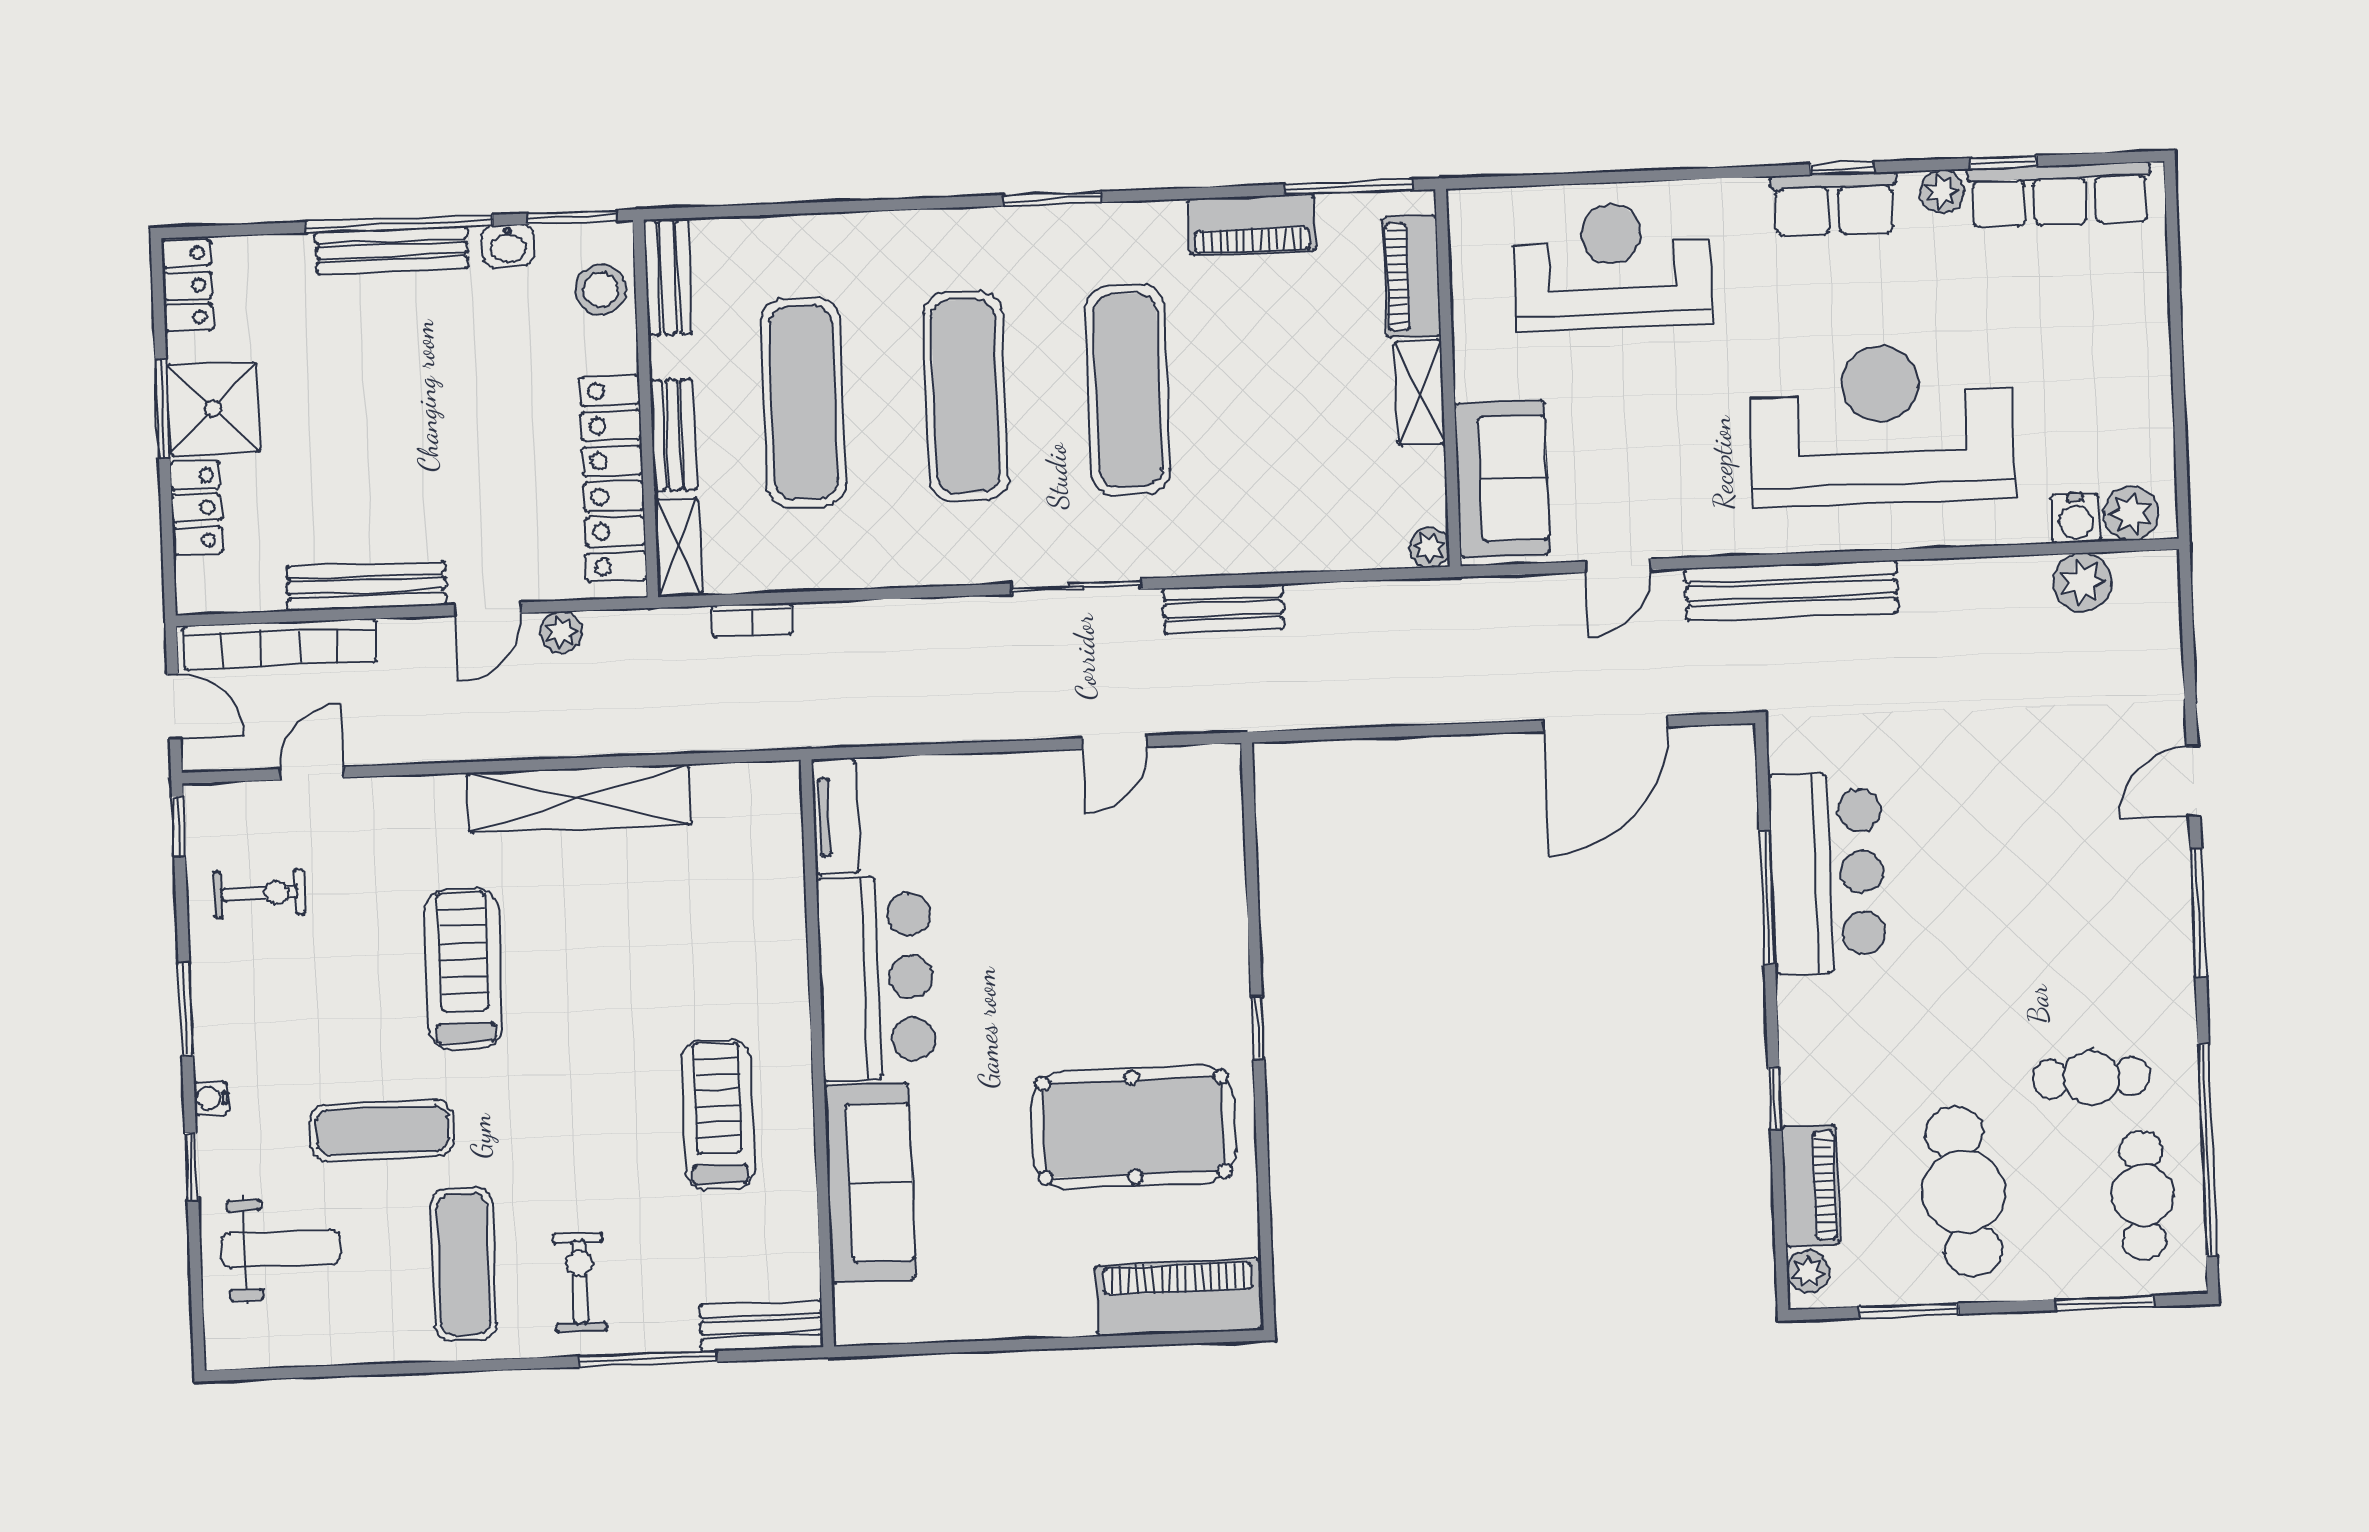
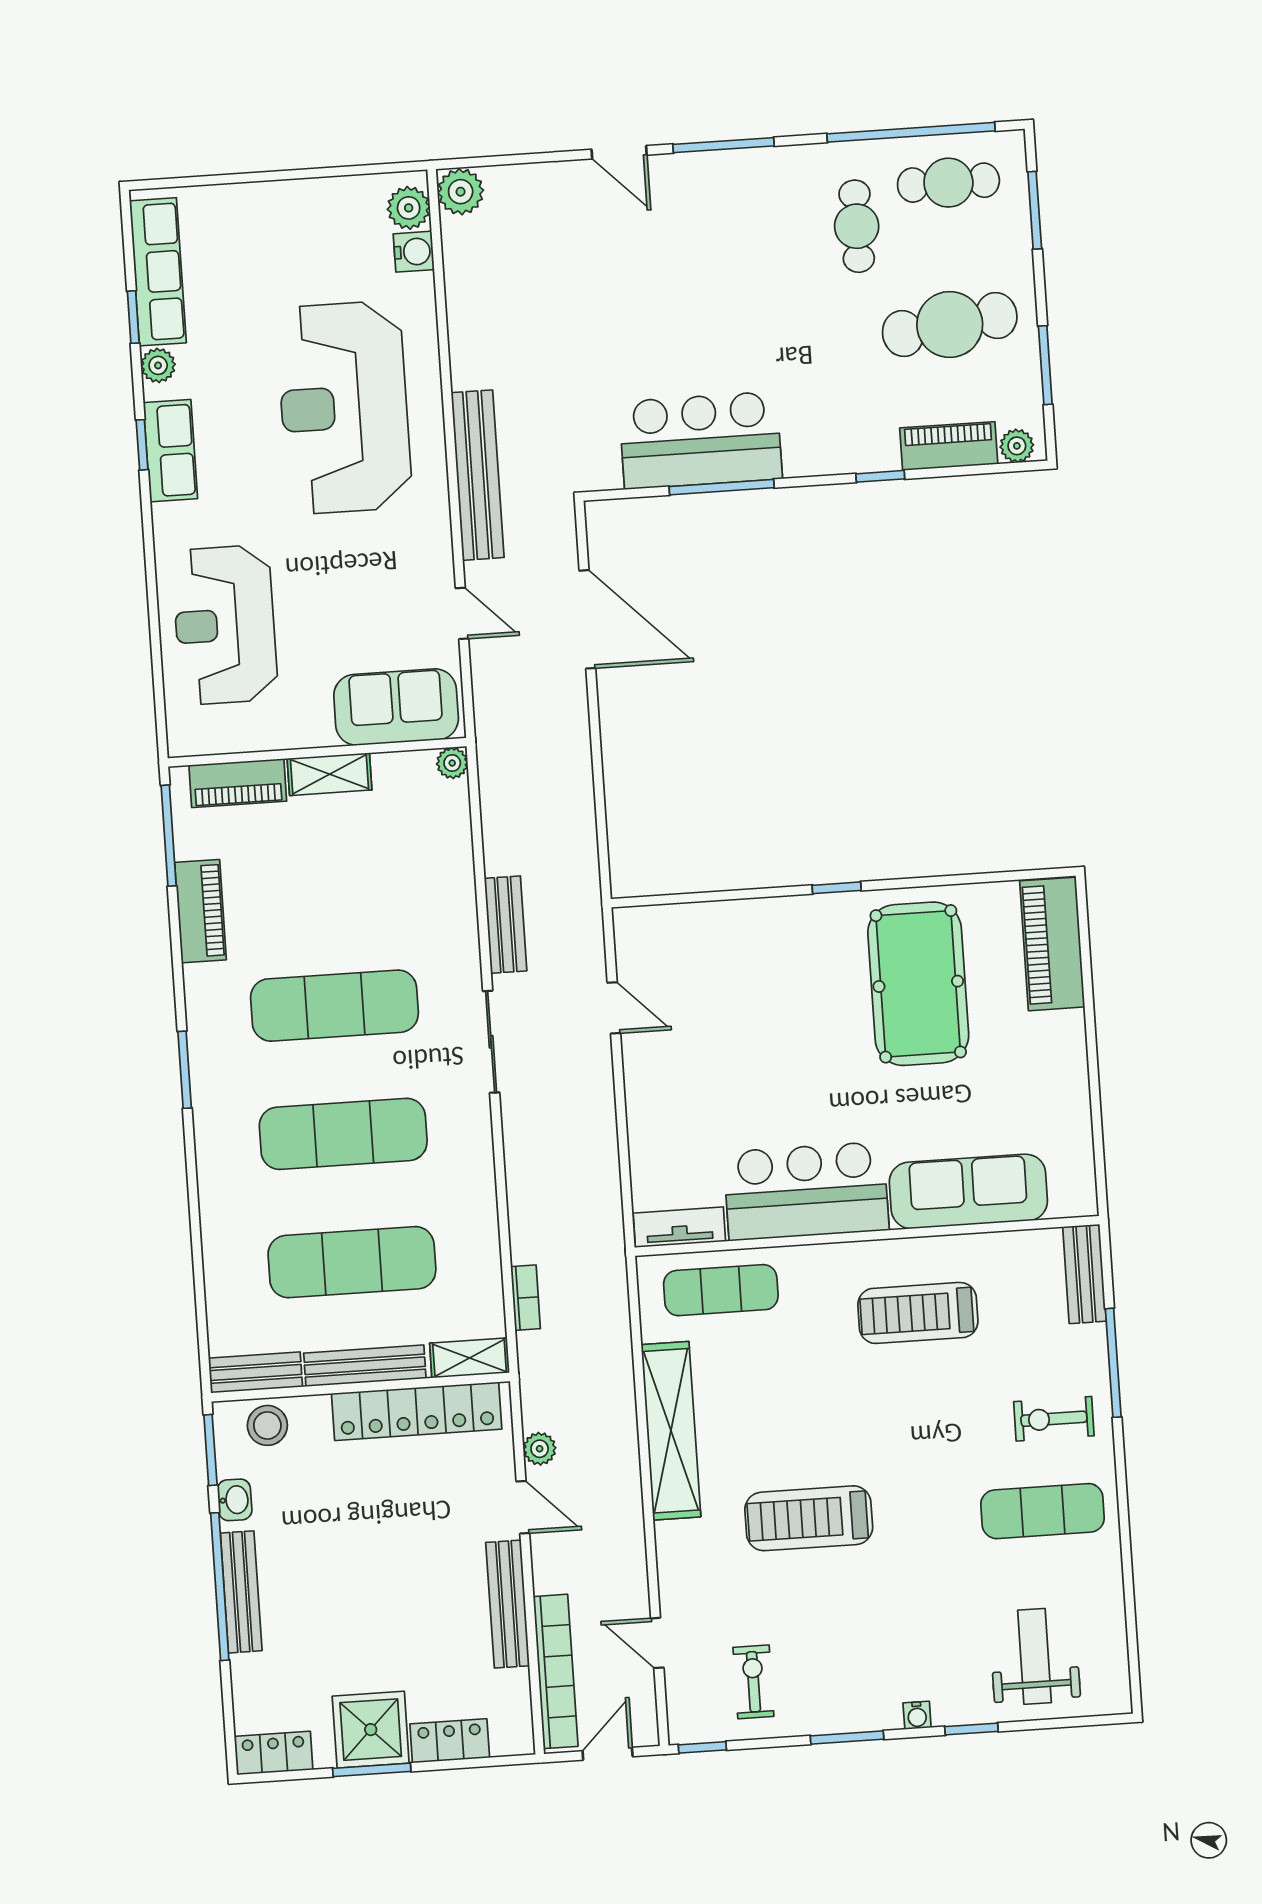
bench: (673, 435) -> (365, 1366), width x1.36
plant: (2082, 582) -> (461, 192), moved
exercise mat: (382, 1130) -> (721, 1290), moved, turned 90

